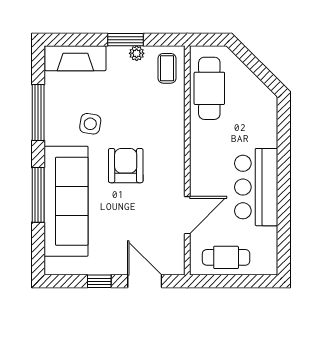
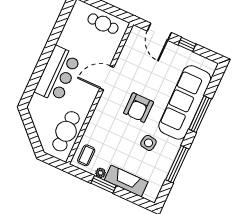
fireplace: (75, 58) -> (126, 181), moved
bar counter: (256, 187) -> (58, 74), moved
door: (187, 215) -> (107, 78), moved

